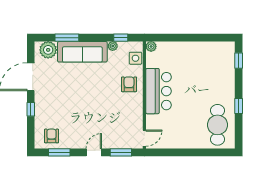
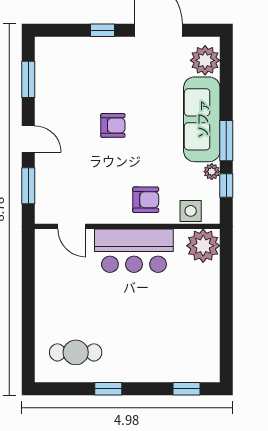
window: (67, 38) -> (226, 141), moved
plant: (151, 46) -> (203, 246), width x1.88, depth x1.88
cafe table: (217, 125) -> (76, 352), width x0.73, depth x0.74
armchair: (52, 136) -> (113, 125), moved
door: (144, 138) -> (72, 226), moved

